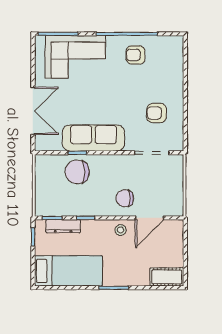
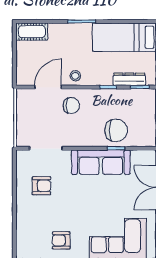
armchair: (136, 55) -> (61, 240), turned 180

